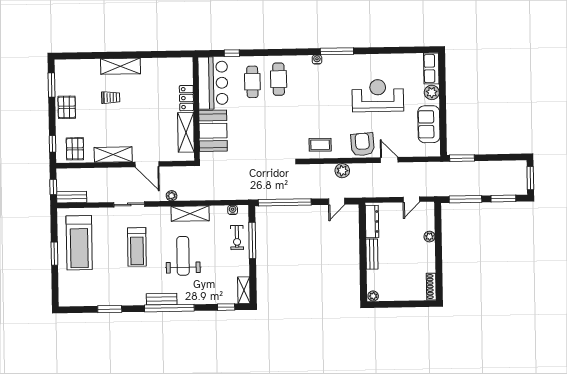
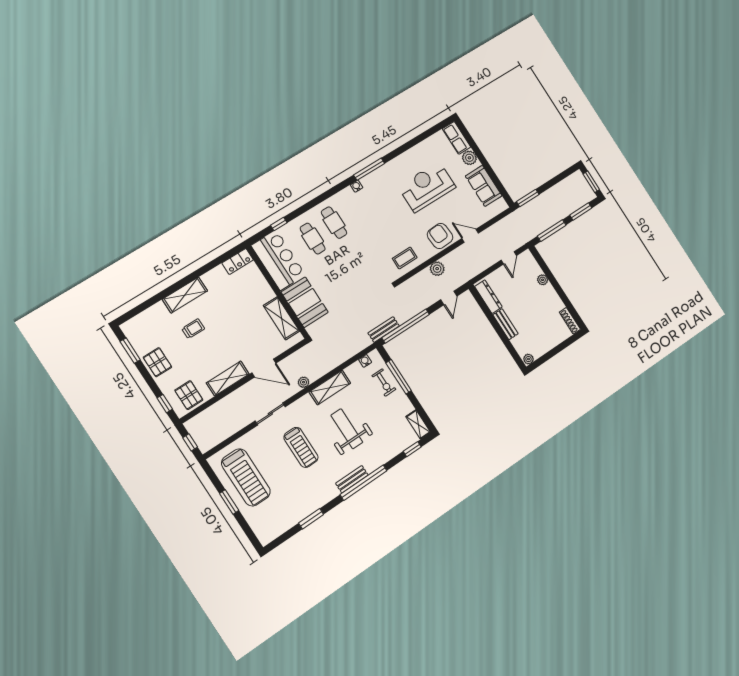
locker: (186, 98) -> (238, 261), moved, turned -90
bench: (72, 197) -> (384, 329), moved

